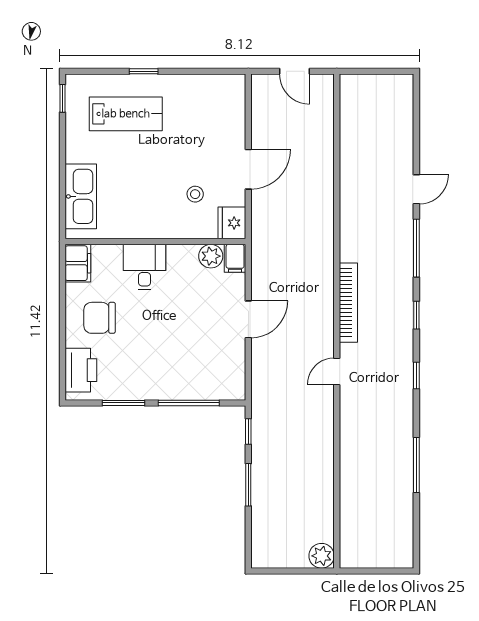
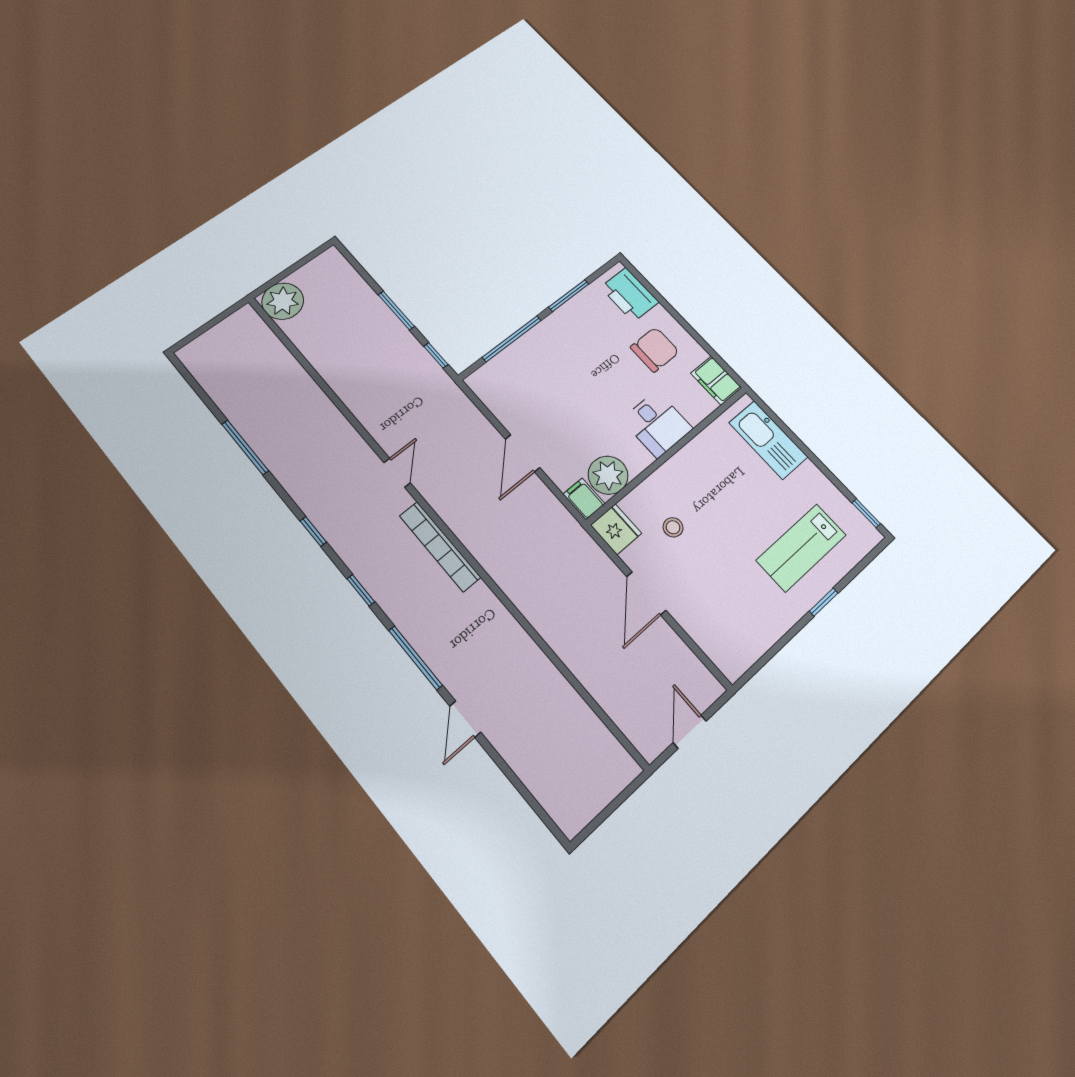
door: (294, 71) -> (690, 732), hinge flipped
plant: (211, 256) -> (608, 475), width x1.36, depth x1.36
plant: (322, 556) -> (283, 301), width x1.36, depth x1.36

